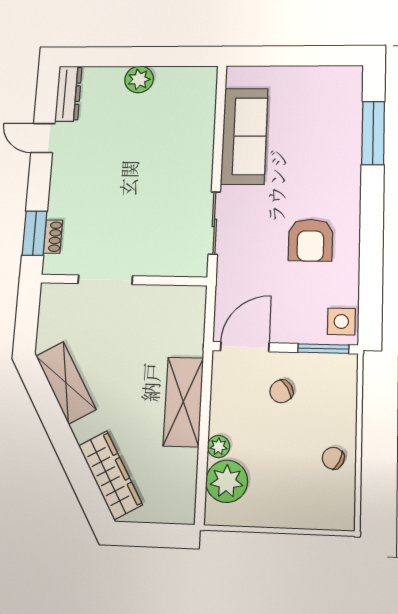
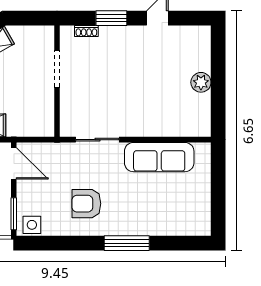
dresser: (68, 94) -> (190, 33), removed
window: (373, 133) -> (127, 243), moved
window: (34, 233) -> (111, 18), moved

